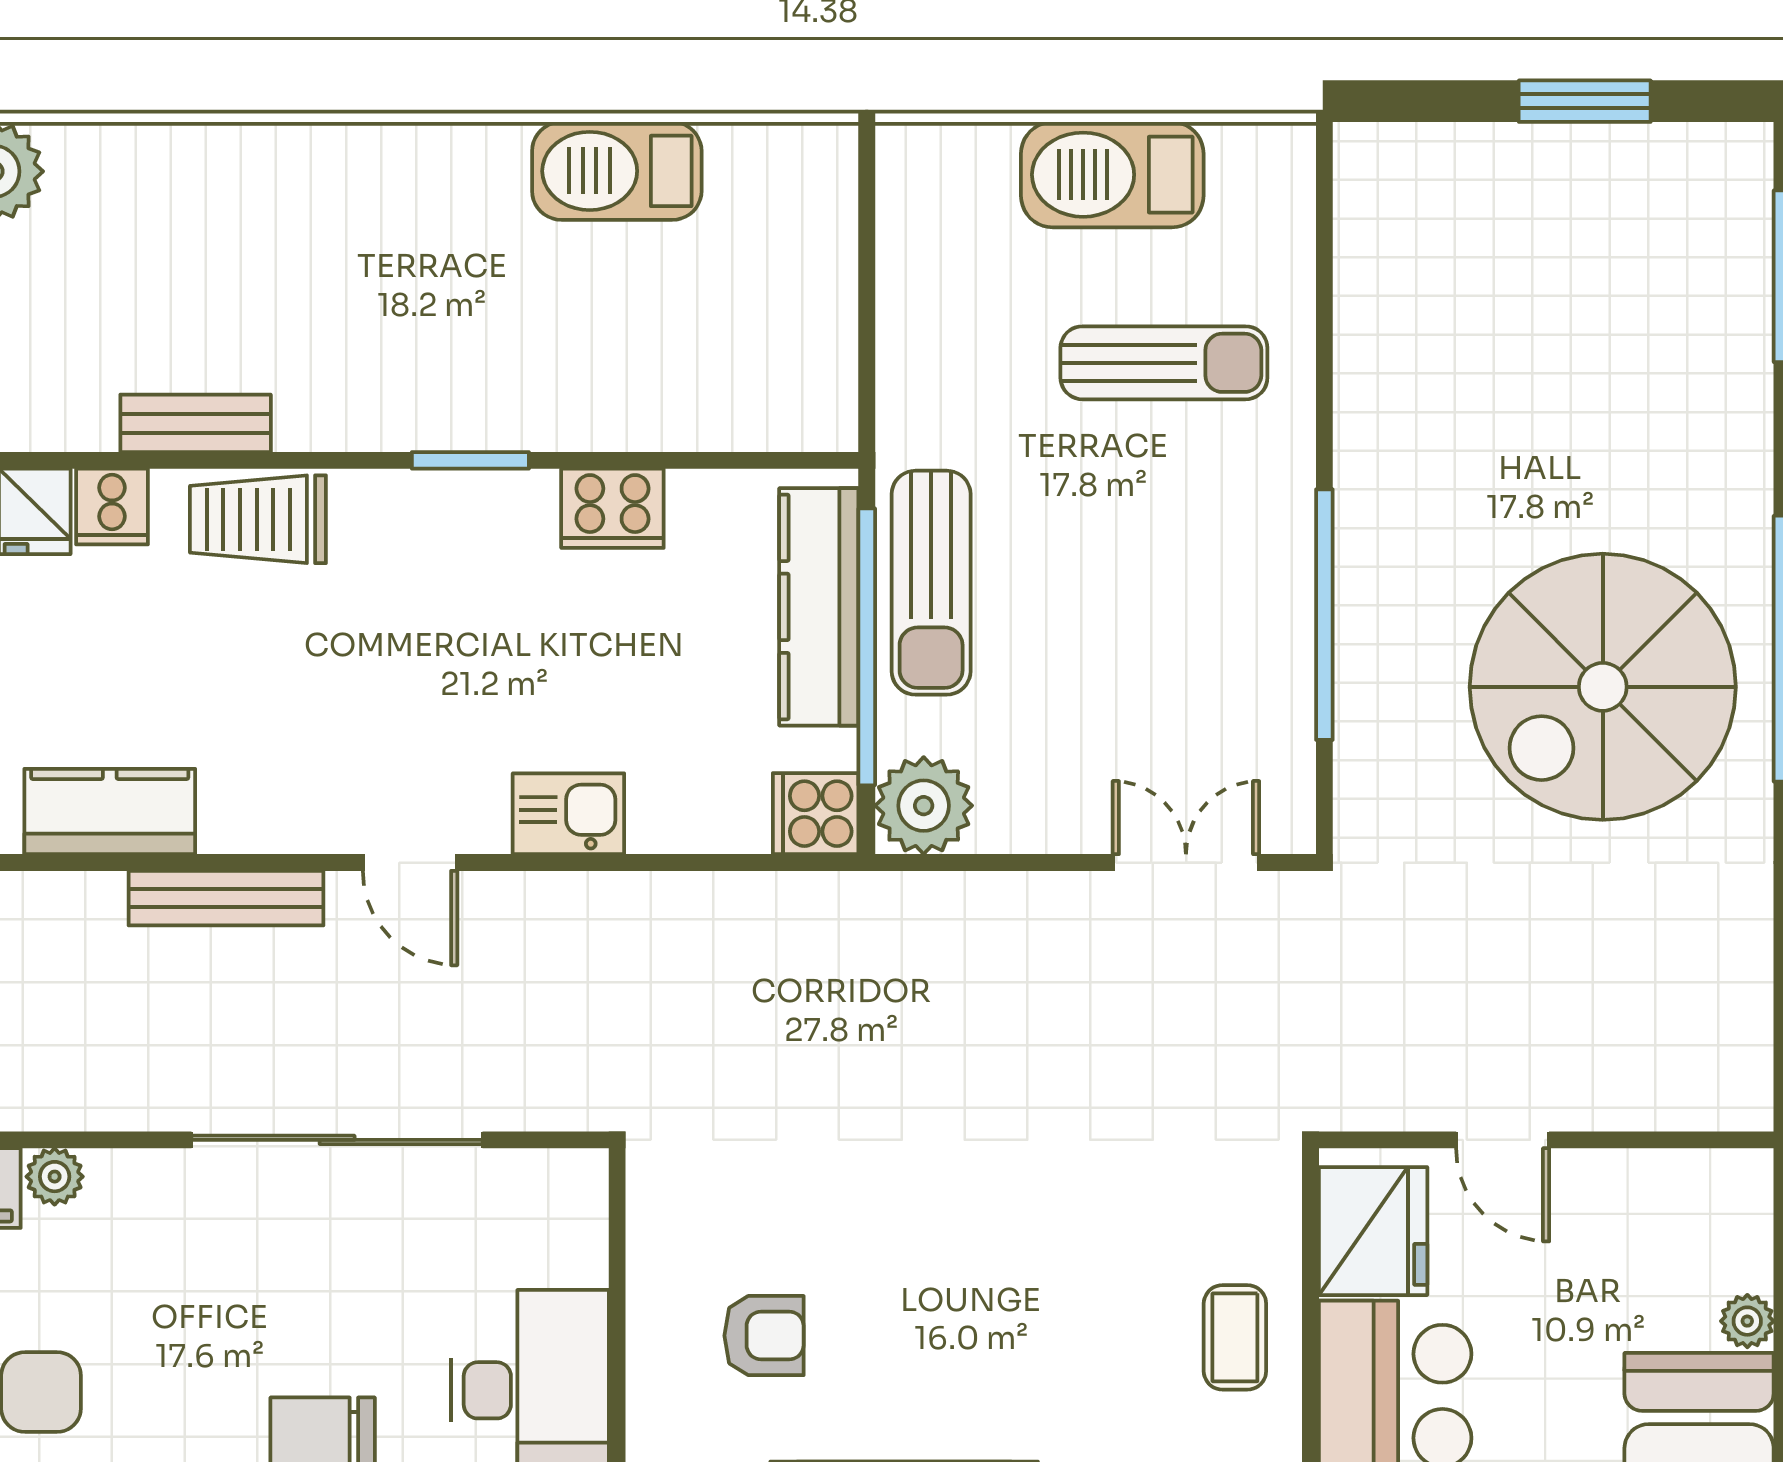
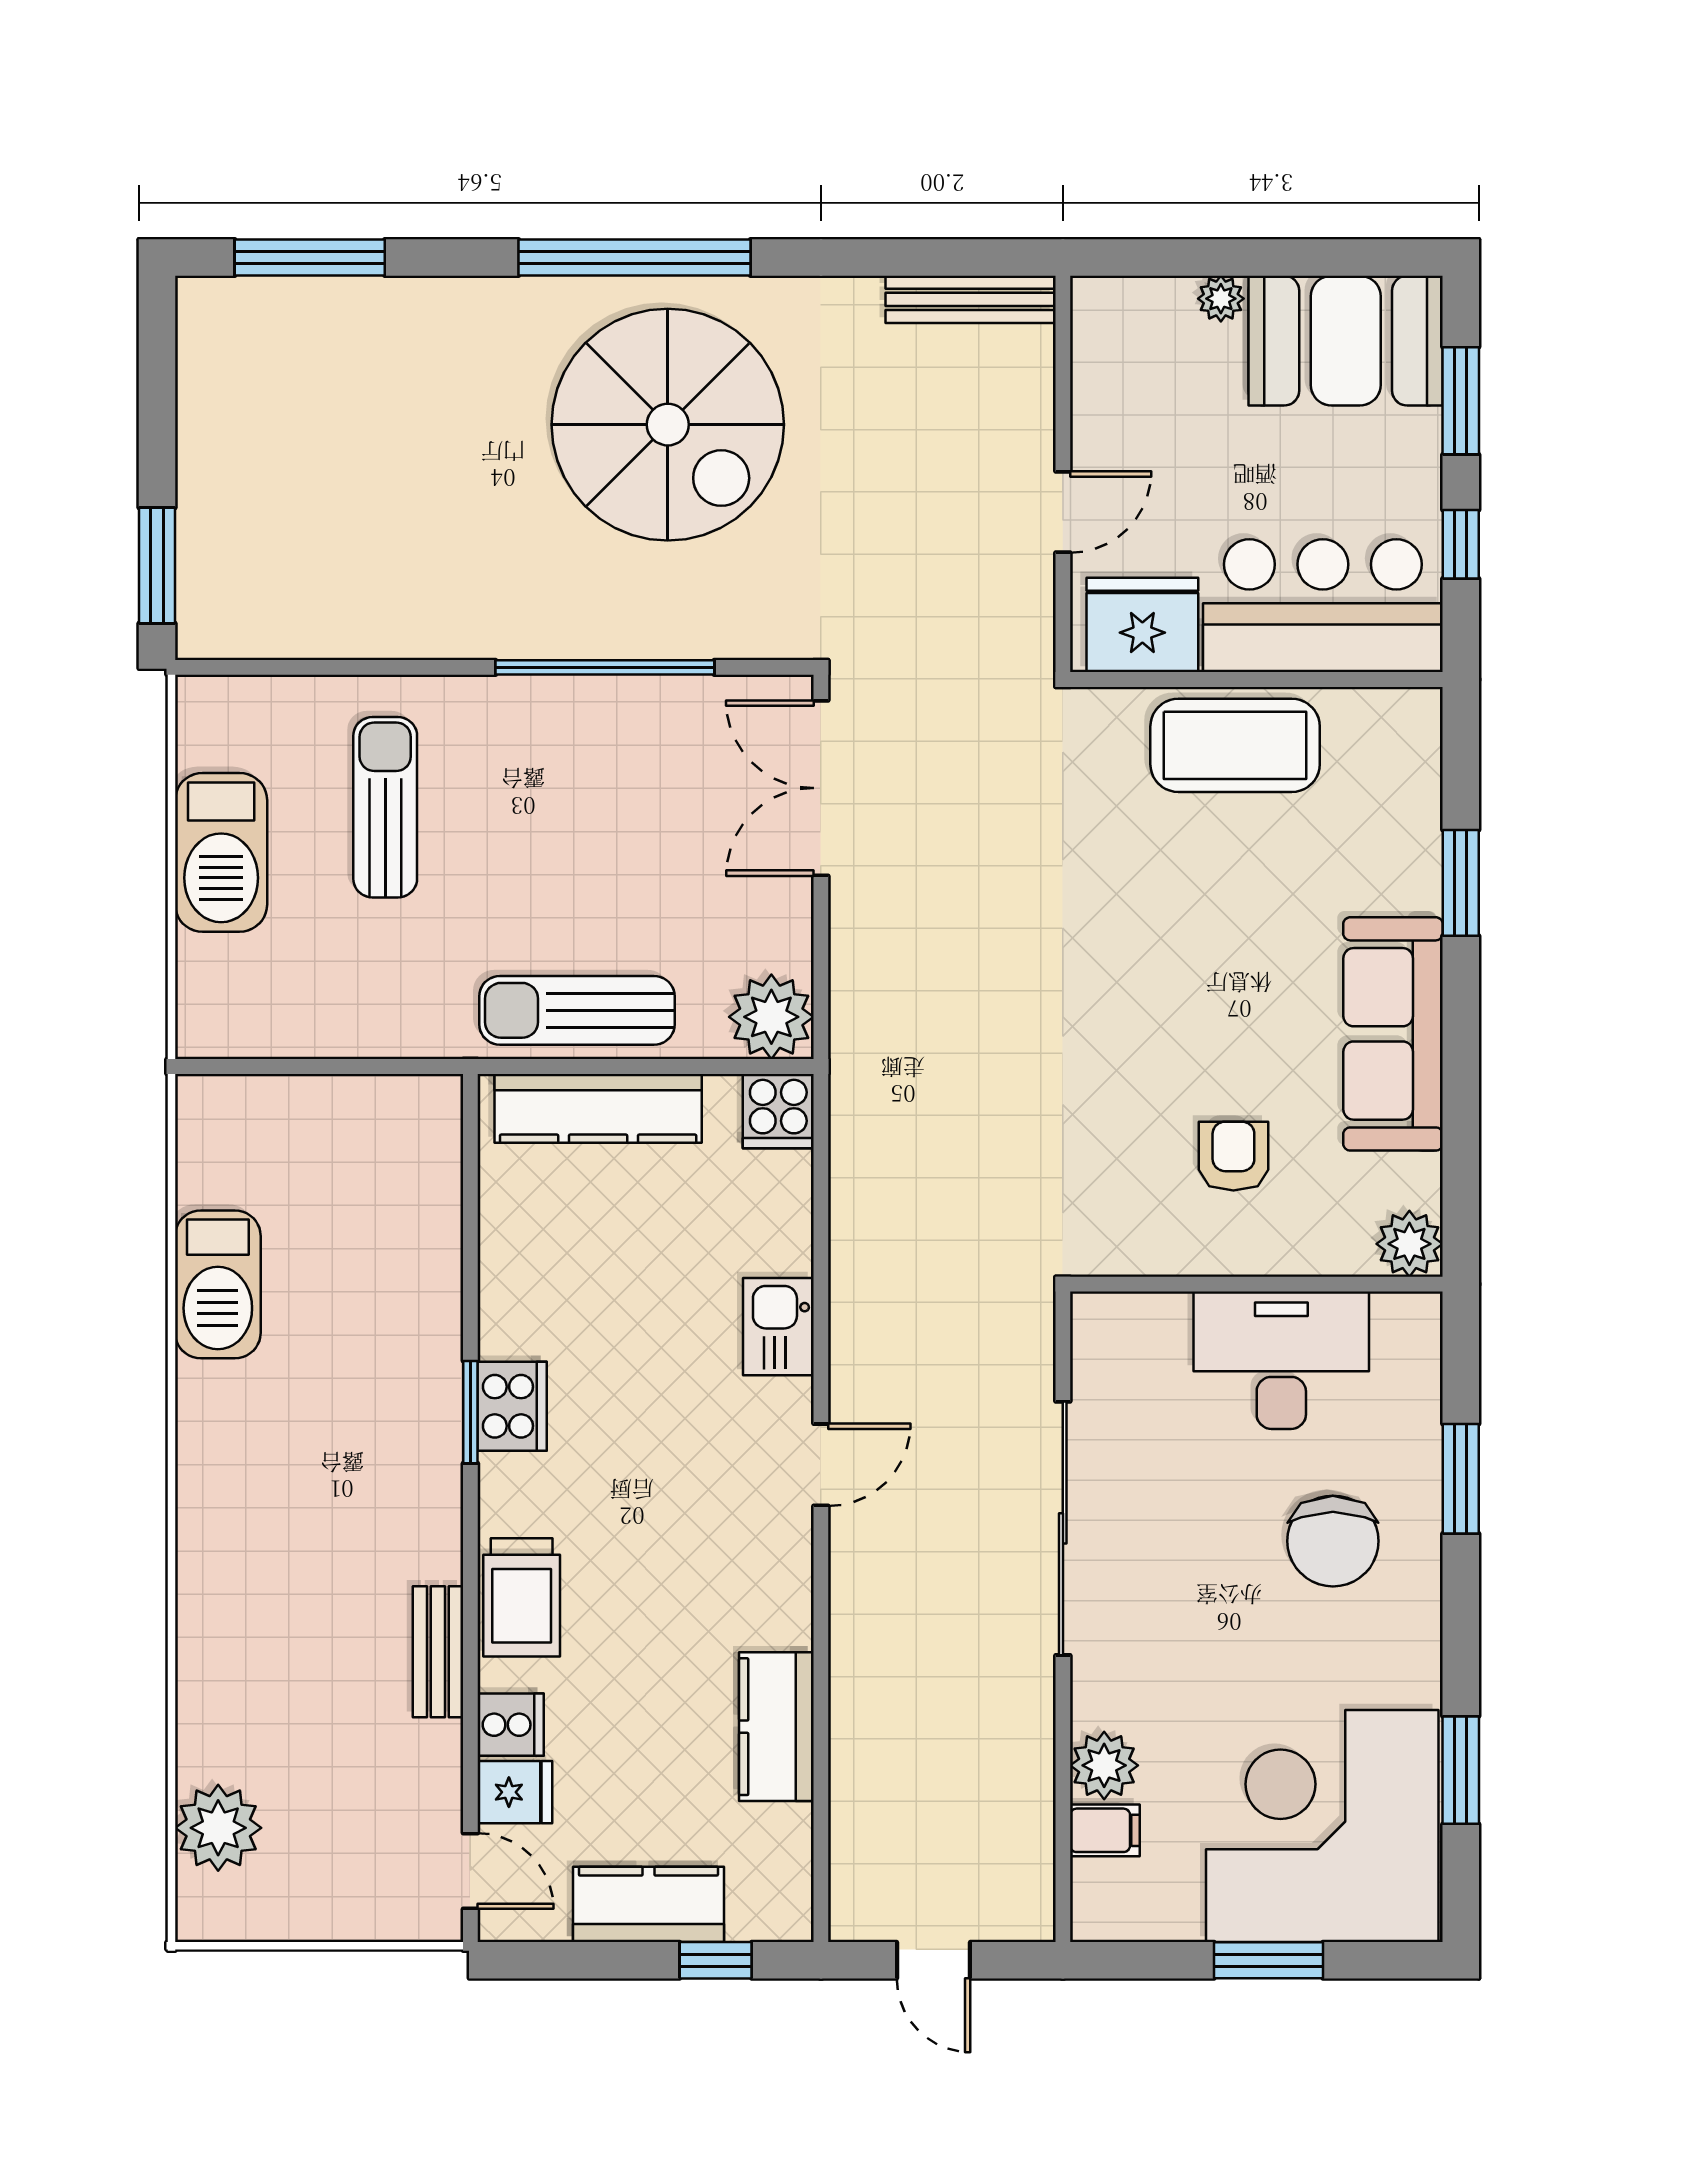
window: (1585, 101) -> (157, 565), moved
cooker: (612, 508) -> (512, 1406), moved
sun lounger: (931, 583) -> (577, 1010), turned 180
window: (867, 647) -> (633, 1067), removed
double door: (1186, 863) -> (821, 788), width x1.37
bench: (226, 898) -> (971, 299), moved, turned 90
plant: (55, 1177) -> (1104, 1765), width x1.38, depth x1.38
coffee table: (1235, 1337) -> (1235, 745), width x1.86, depth x1.72

